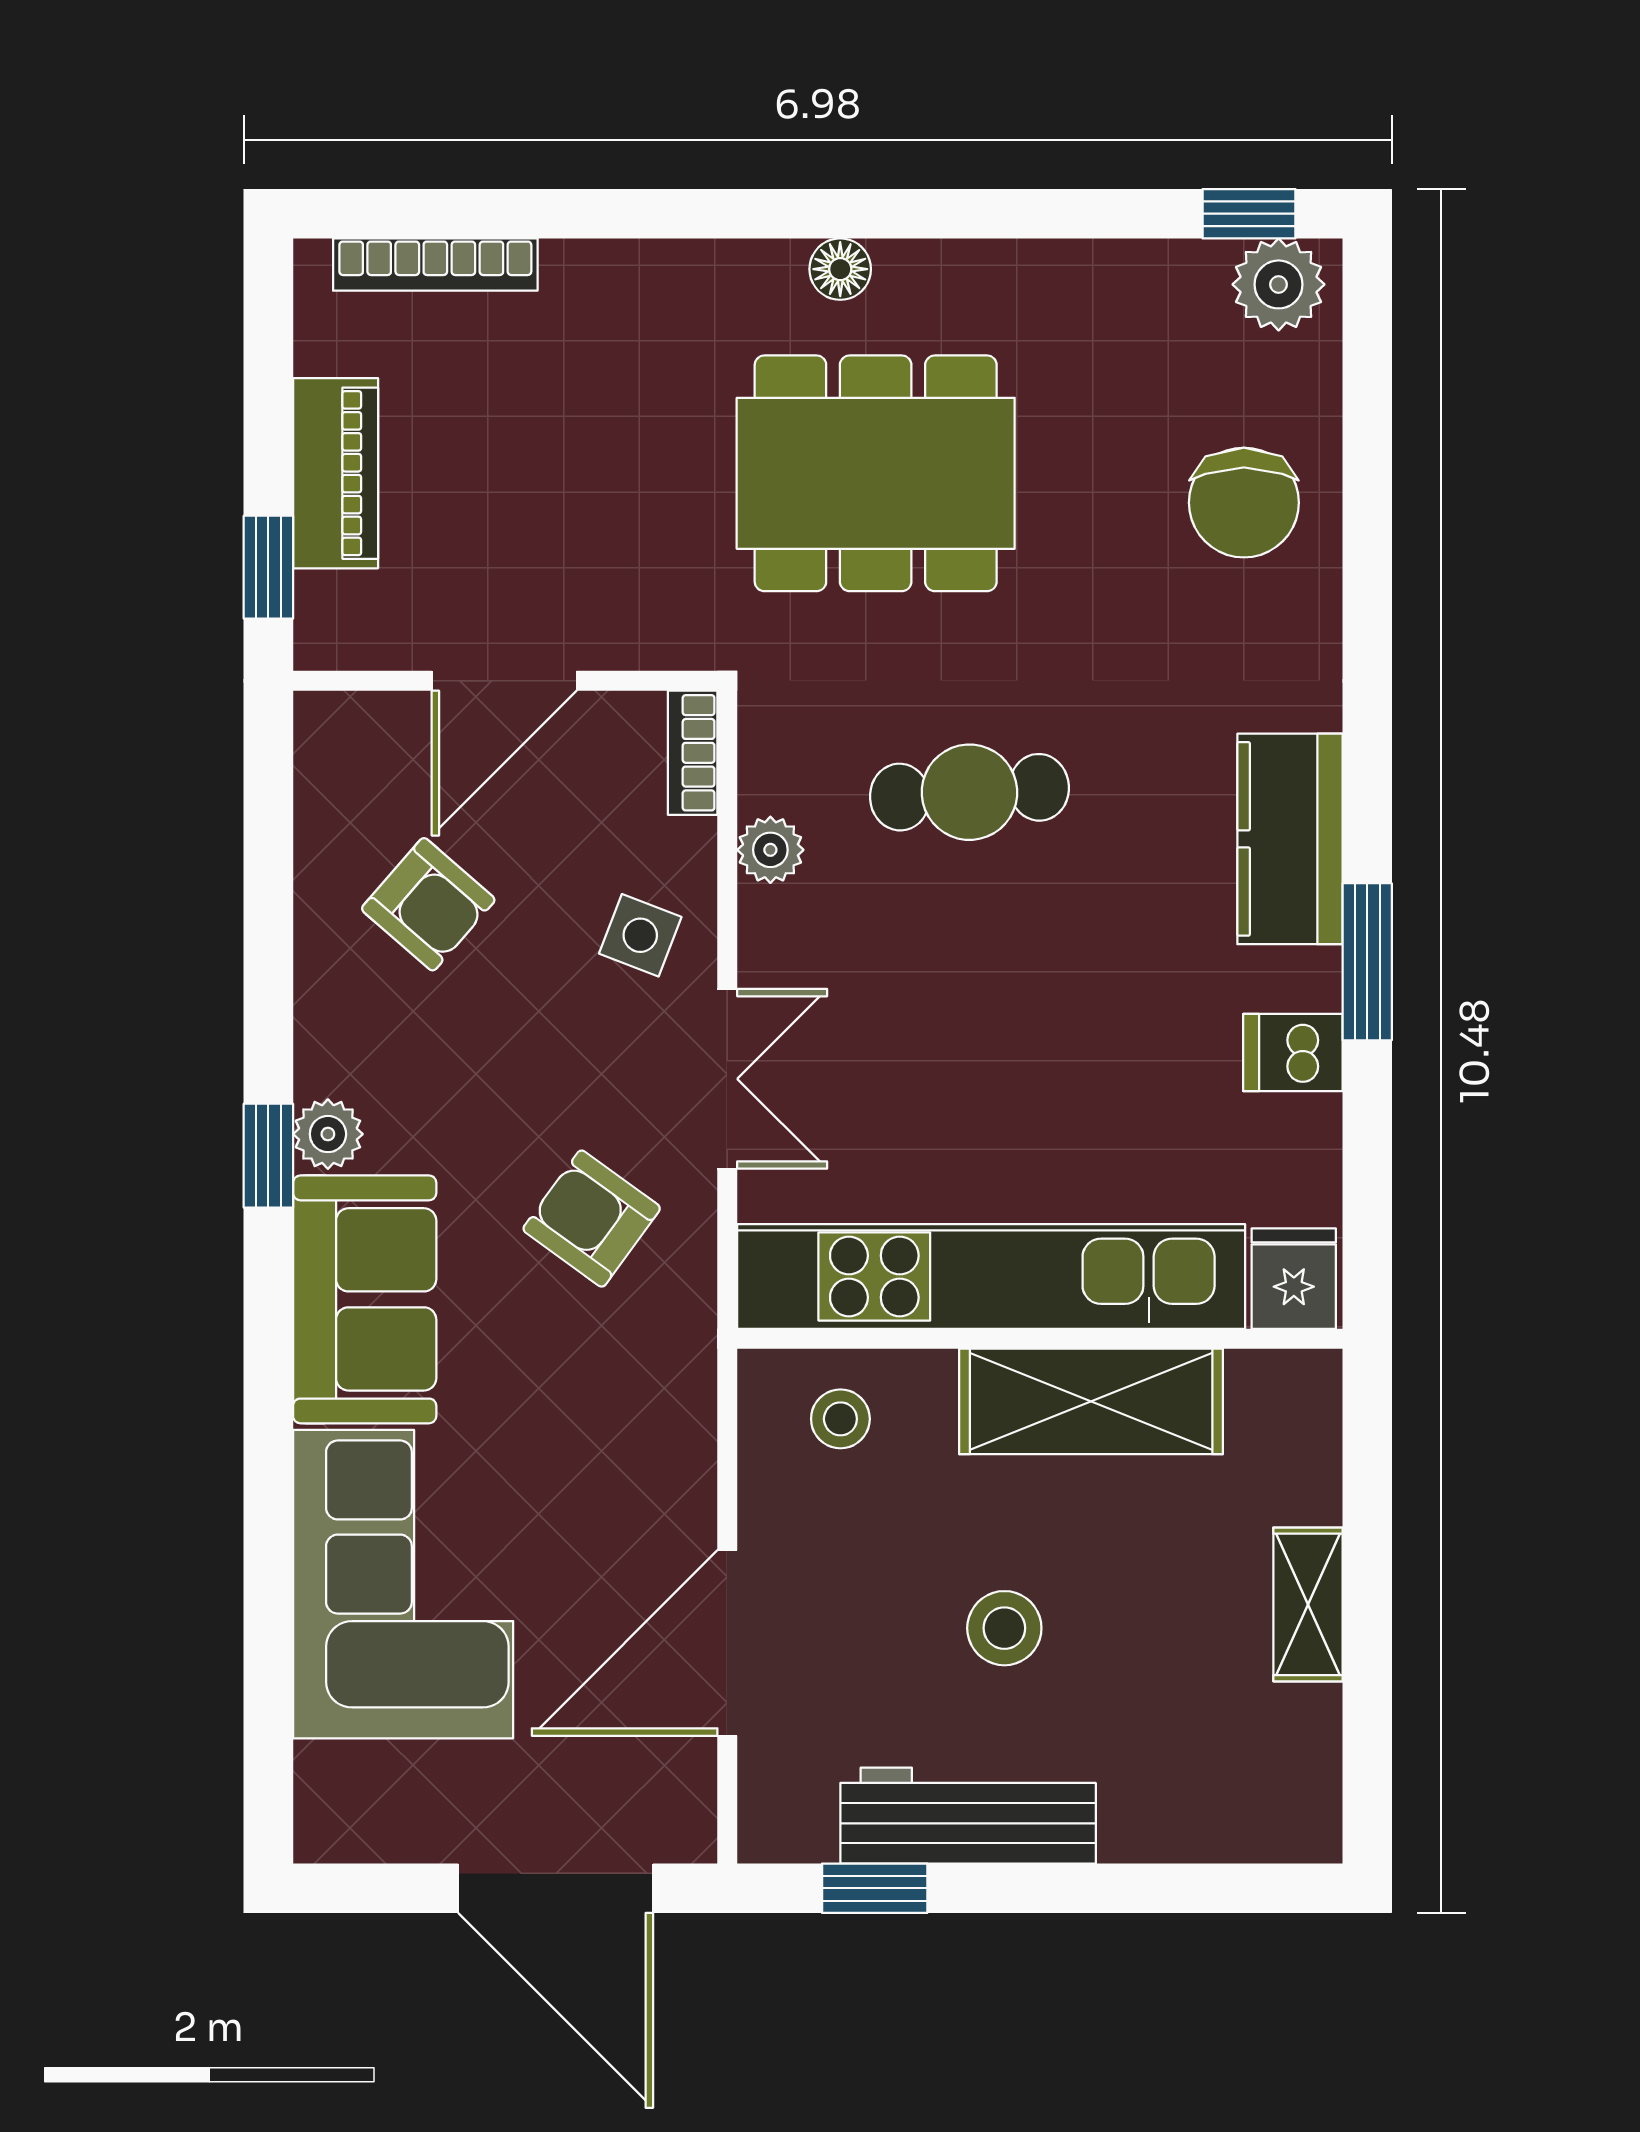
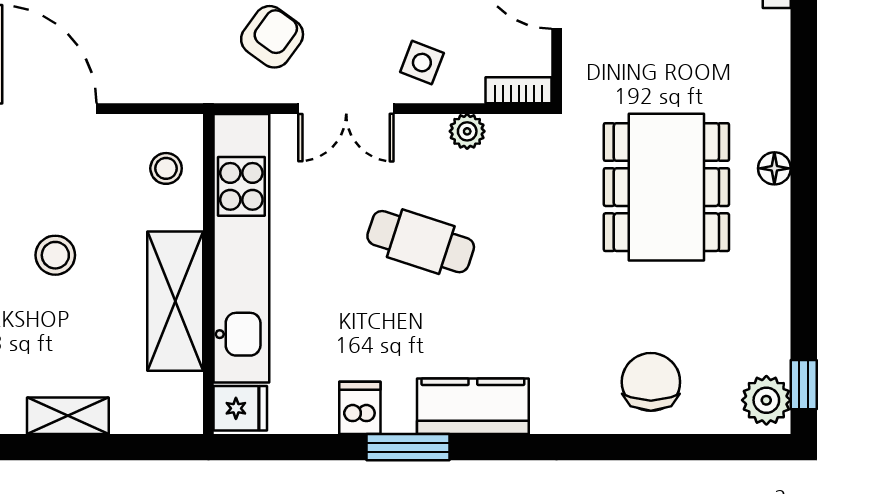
chair: (1244, 503) -> (651, 382), turned 90
cafe table: (969, 792) -> (421, 242), moved, turned -68

